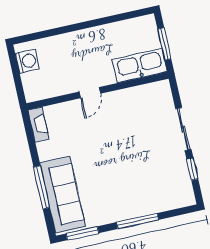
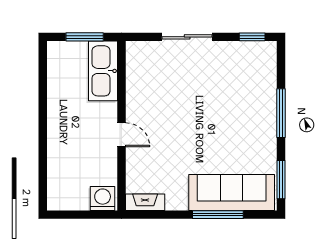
washing machine: (27, 61) -> (103, 198), moved
window: (192, 169) -> (252, 37), moved

